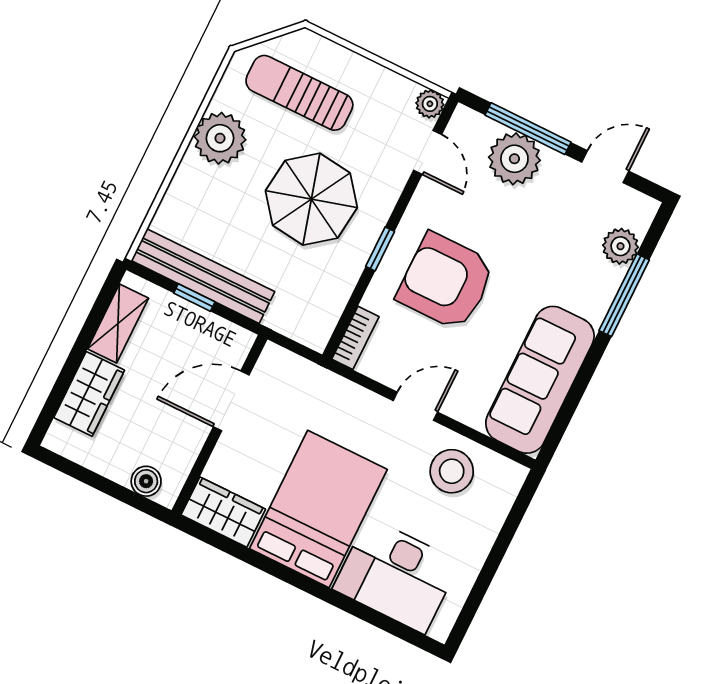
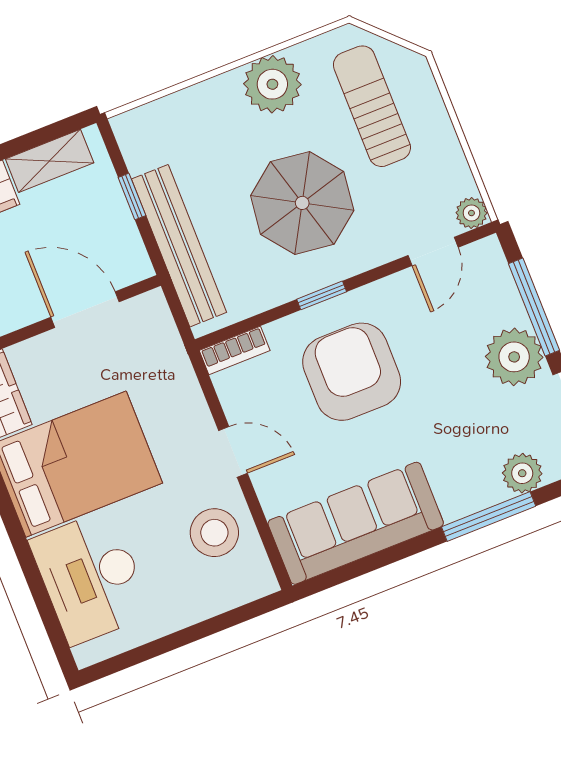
plant: (514, 159) -> (514, 357), moved
bench: (203, 276) -> (179, 246), moved

